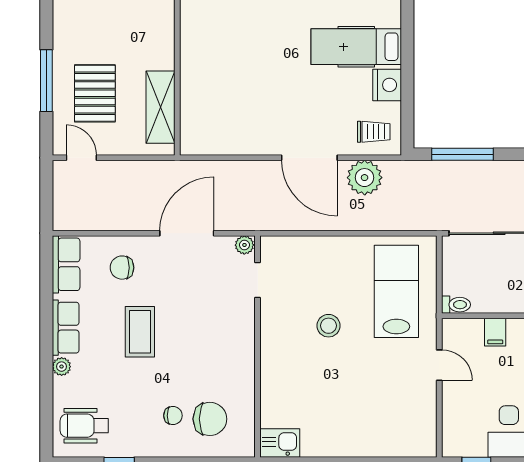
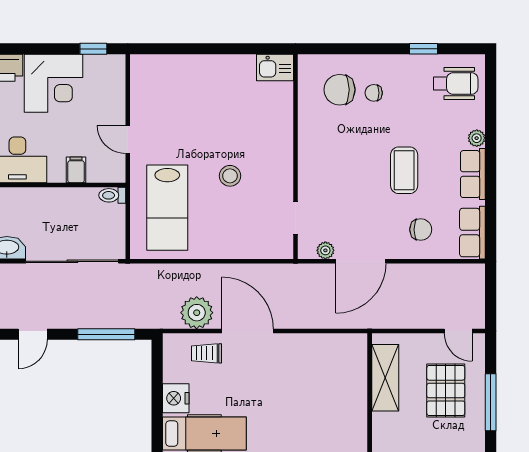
trolley: (374, 132) -> (207, 353), moved
plant: (244, 245) -> (325, 250), moved

